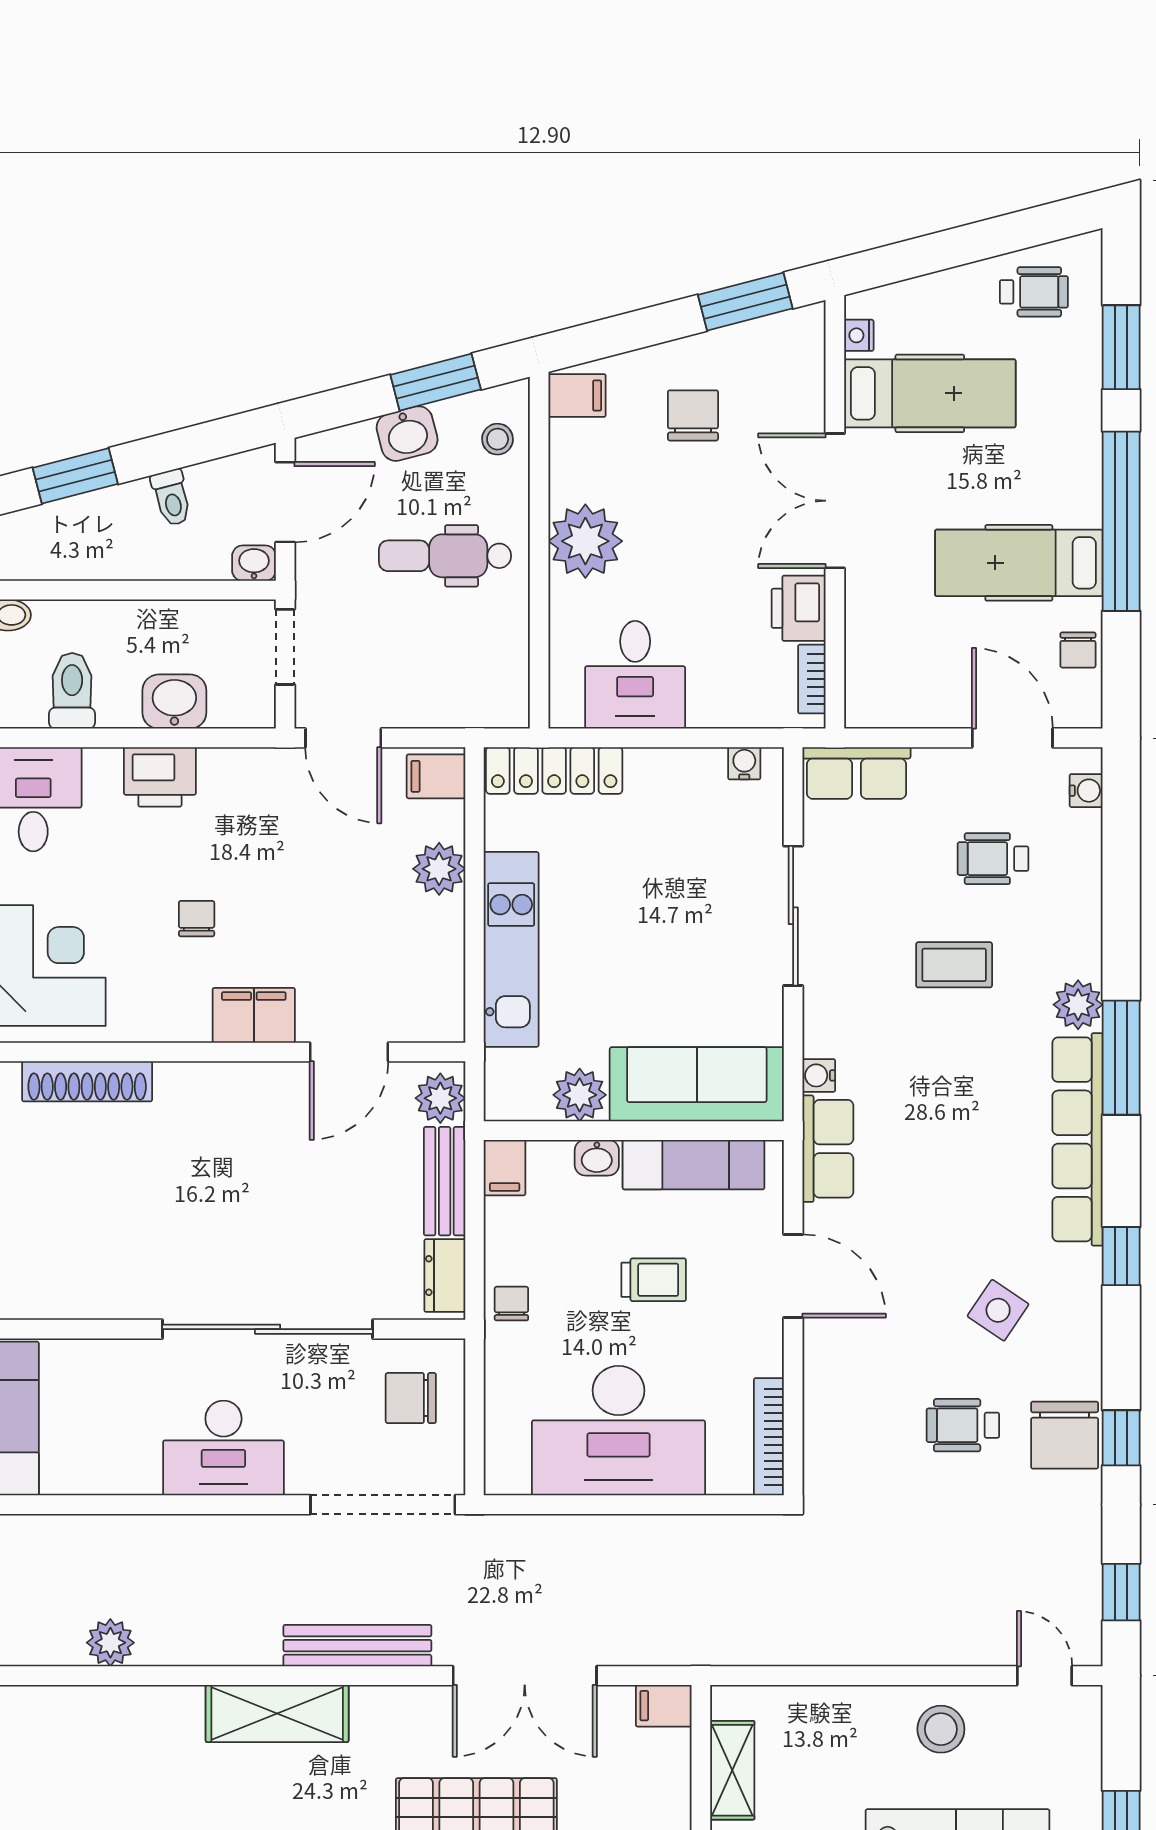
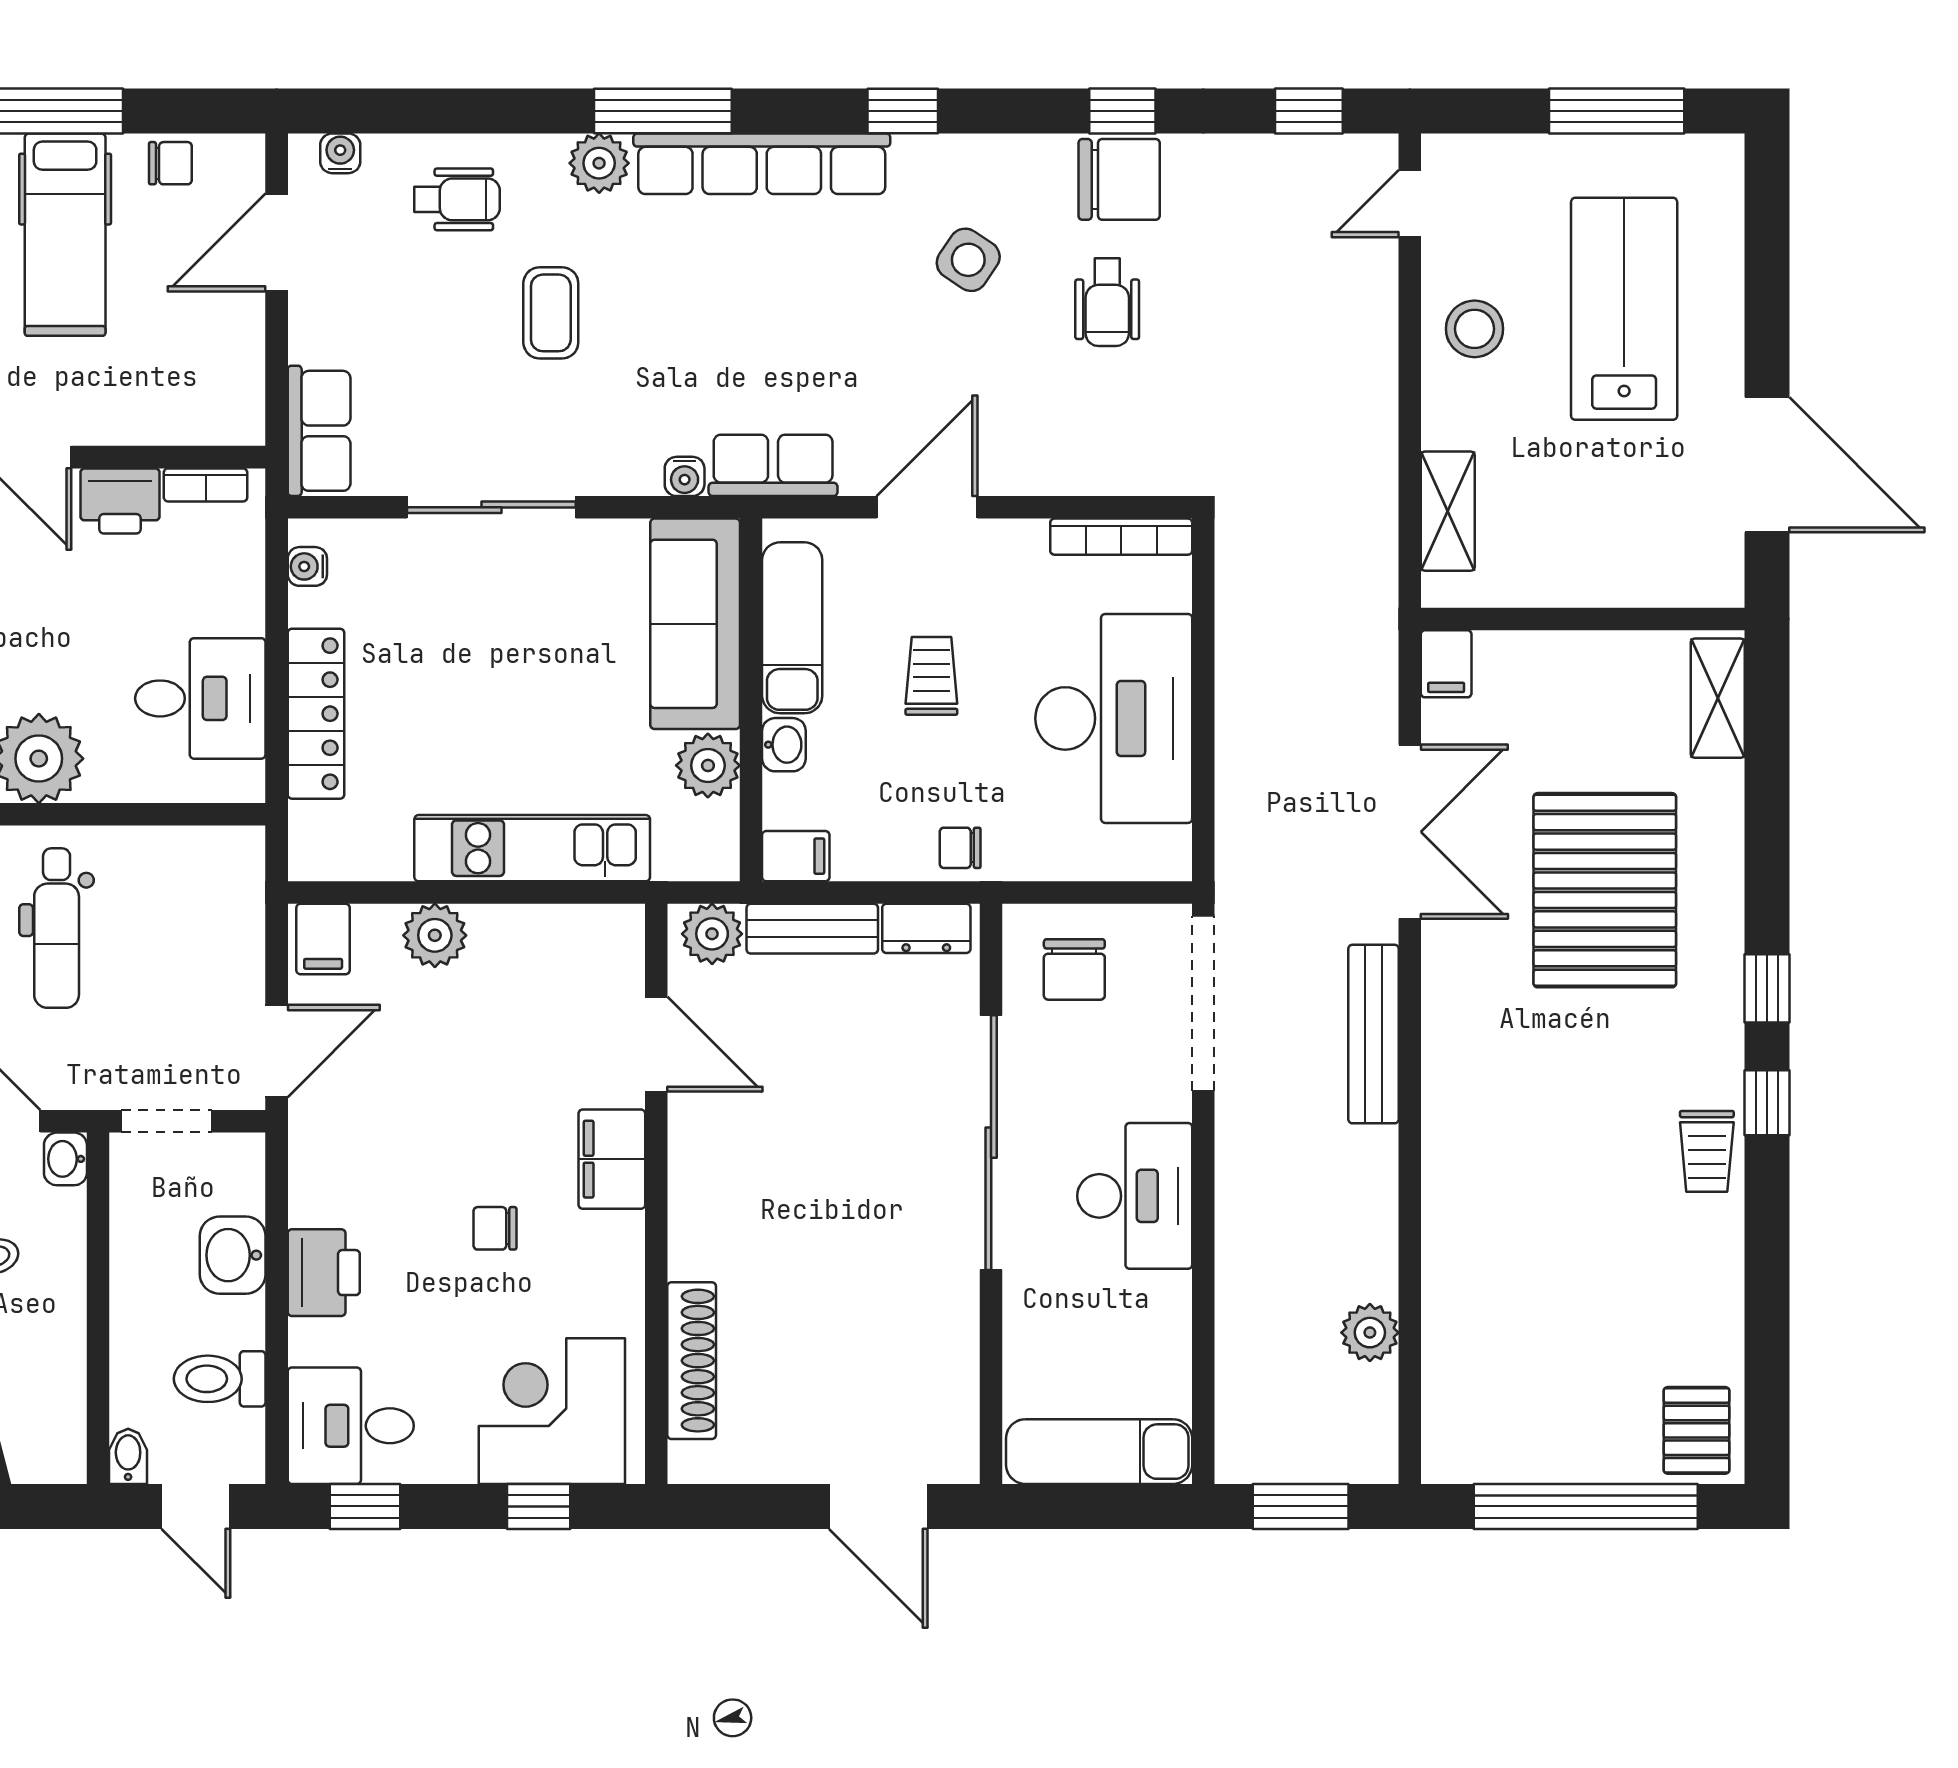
locker: (554, 770) -> (316, 714), moved
wheelchair: (993, 859) -> (457, 199), moved, turned -90
shelving: (277, 1713) -> (1455, 1131), removed
shelving: (732, 1770) -> (1448, 511), moved, turned 90

